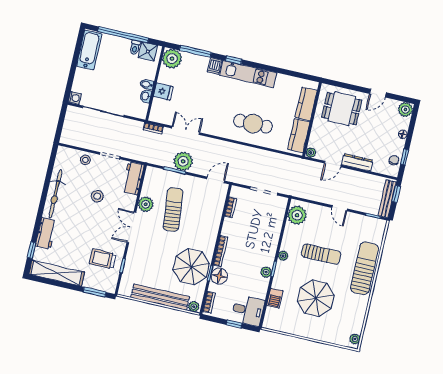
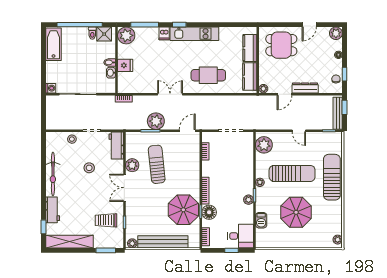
double door: (186, 130) -> (170, 94), moved
sun lounger: (321, 254) -> (292, 173), width x1.36, depth x1.34
plant: (194, 307) -> (132, 243), moved

